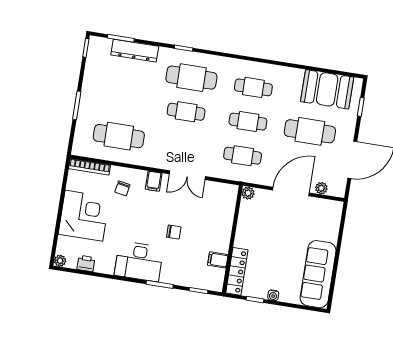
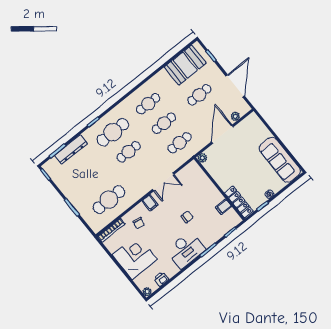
cafe table: (310, 131) -> (199, 95), width x0.73, depth x0.74

